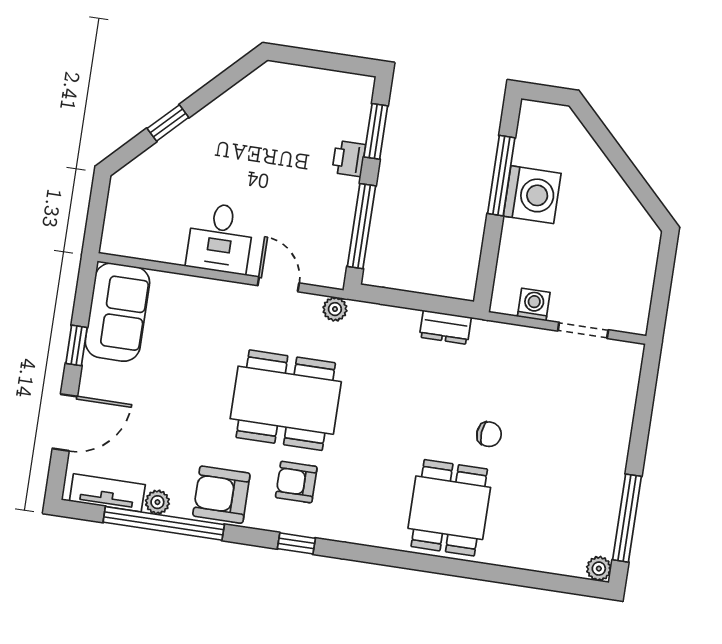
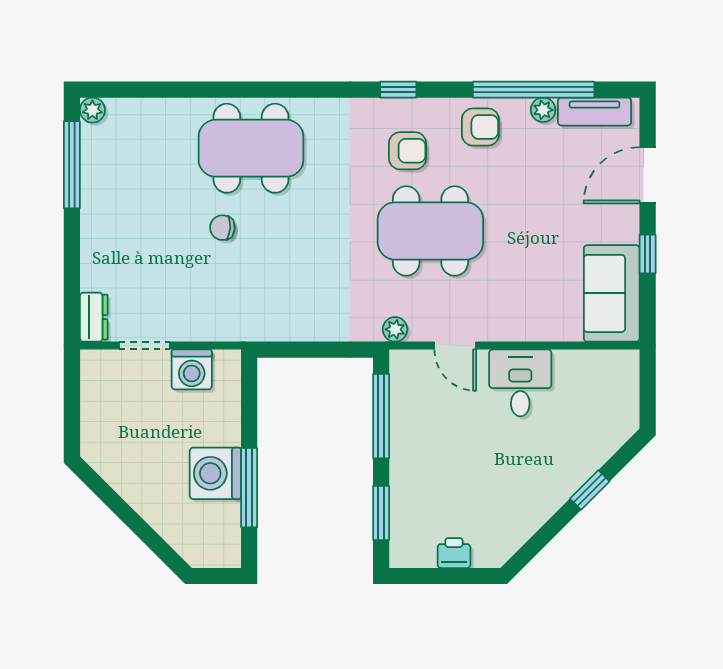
printer: (349, 159) -> (454, 553), moved, turned -90
washing machine: (534, 305) -> (192, 369), width x1.38, depth x1.38
dresser: (445, 327) -> (94, 317), moved, turned 90
armchair: (221, 495) -> (480, 127), width x0.72, depth x0.72
dining table: (449, 508) -> (251, 148), width x1.38

